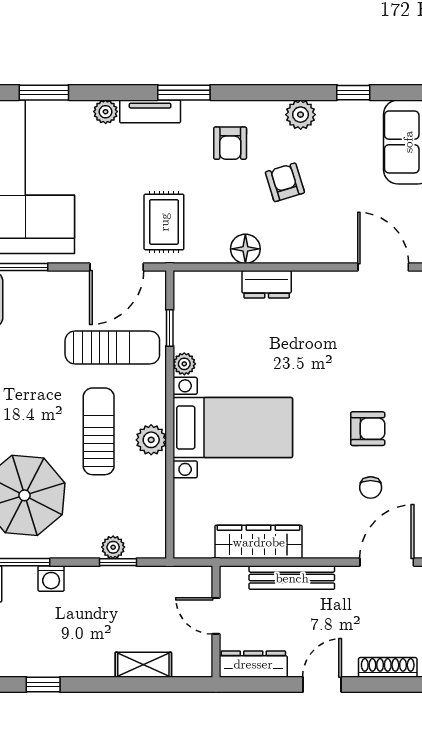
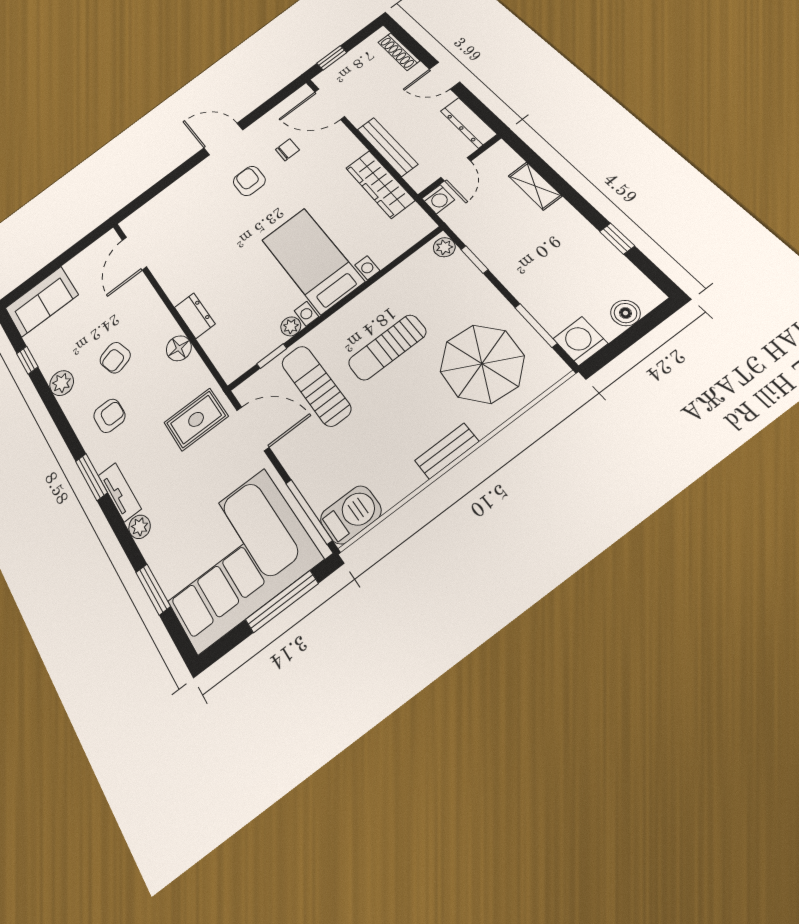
plant: (151, 440) -> (364, 306), removed
plant: (113, 547) -> (444, 247), moved
washing machine: (51, 578) -> (438, 199), moved, turned 90

